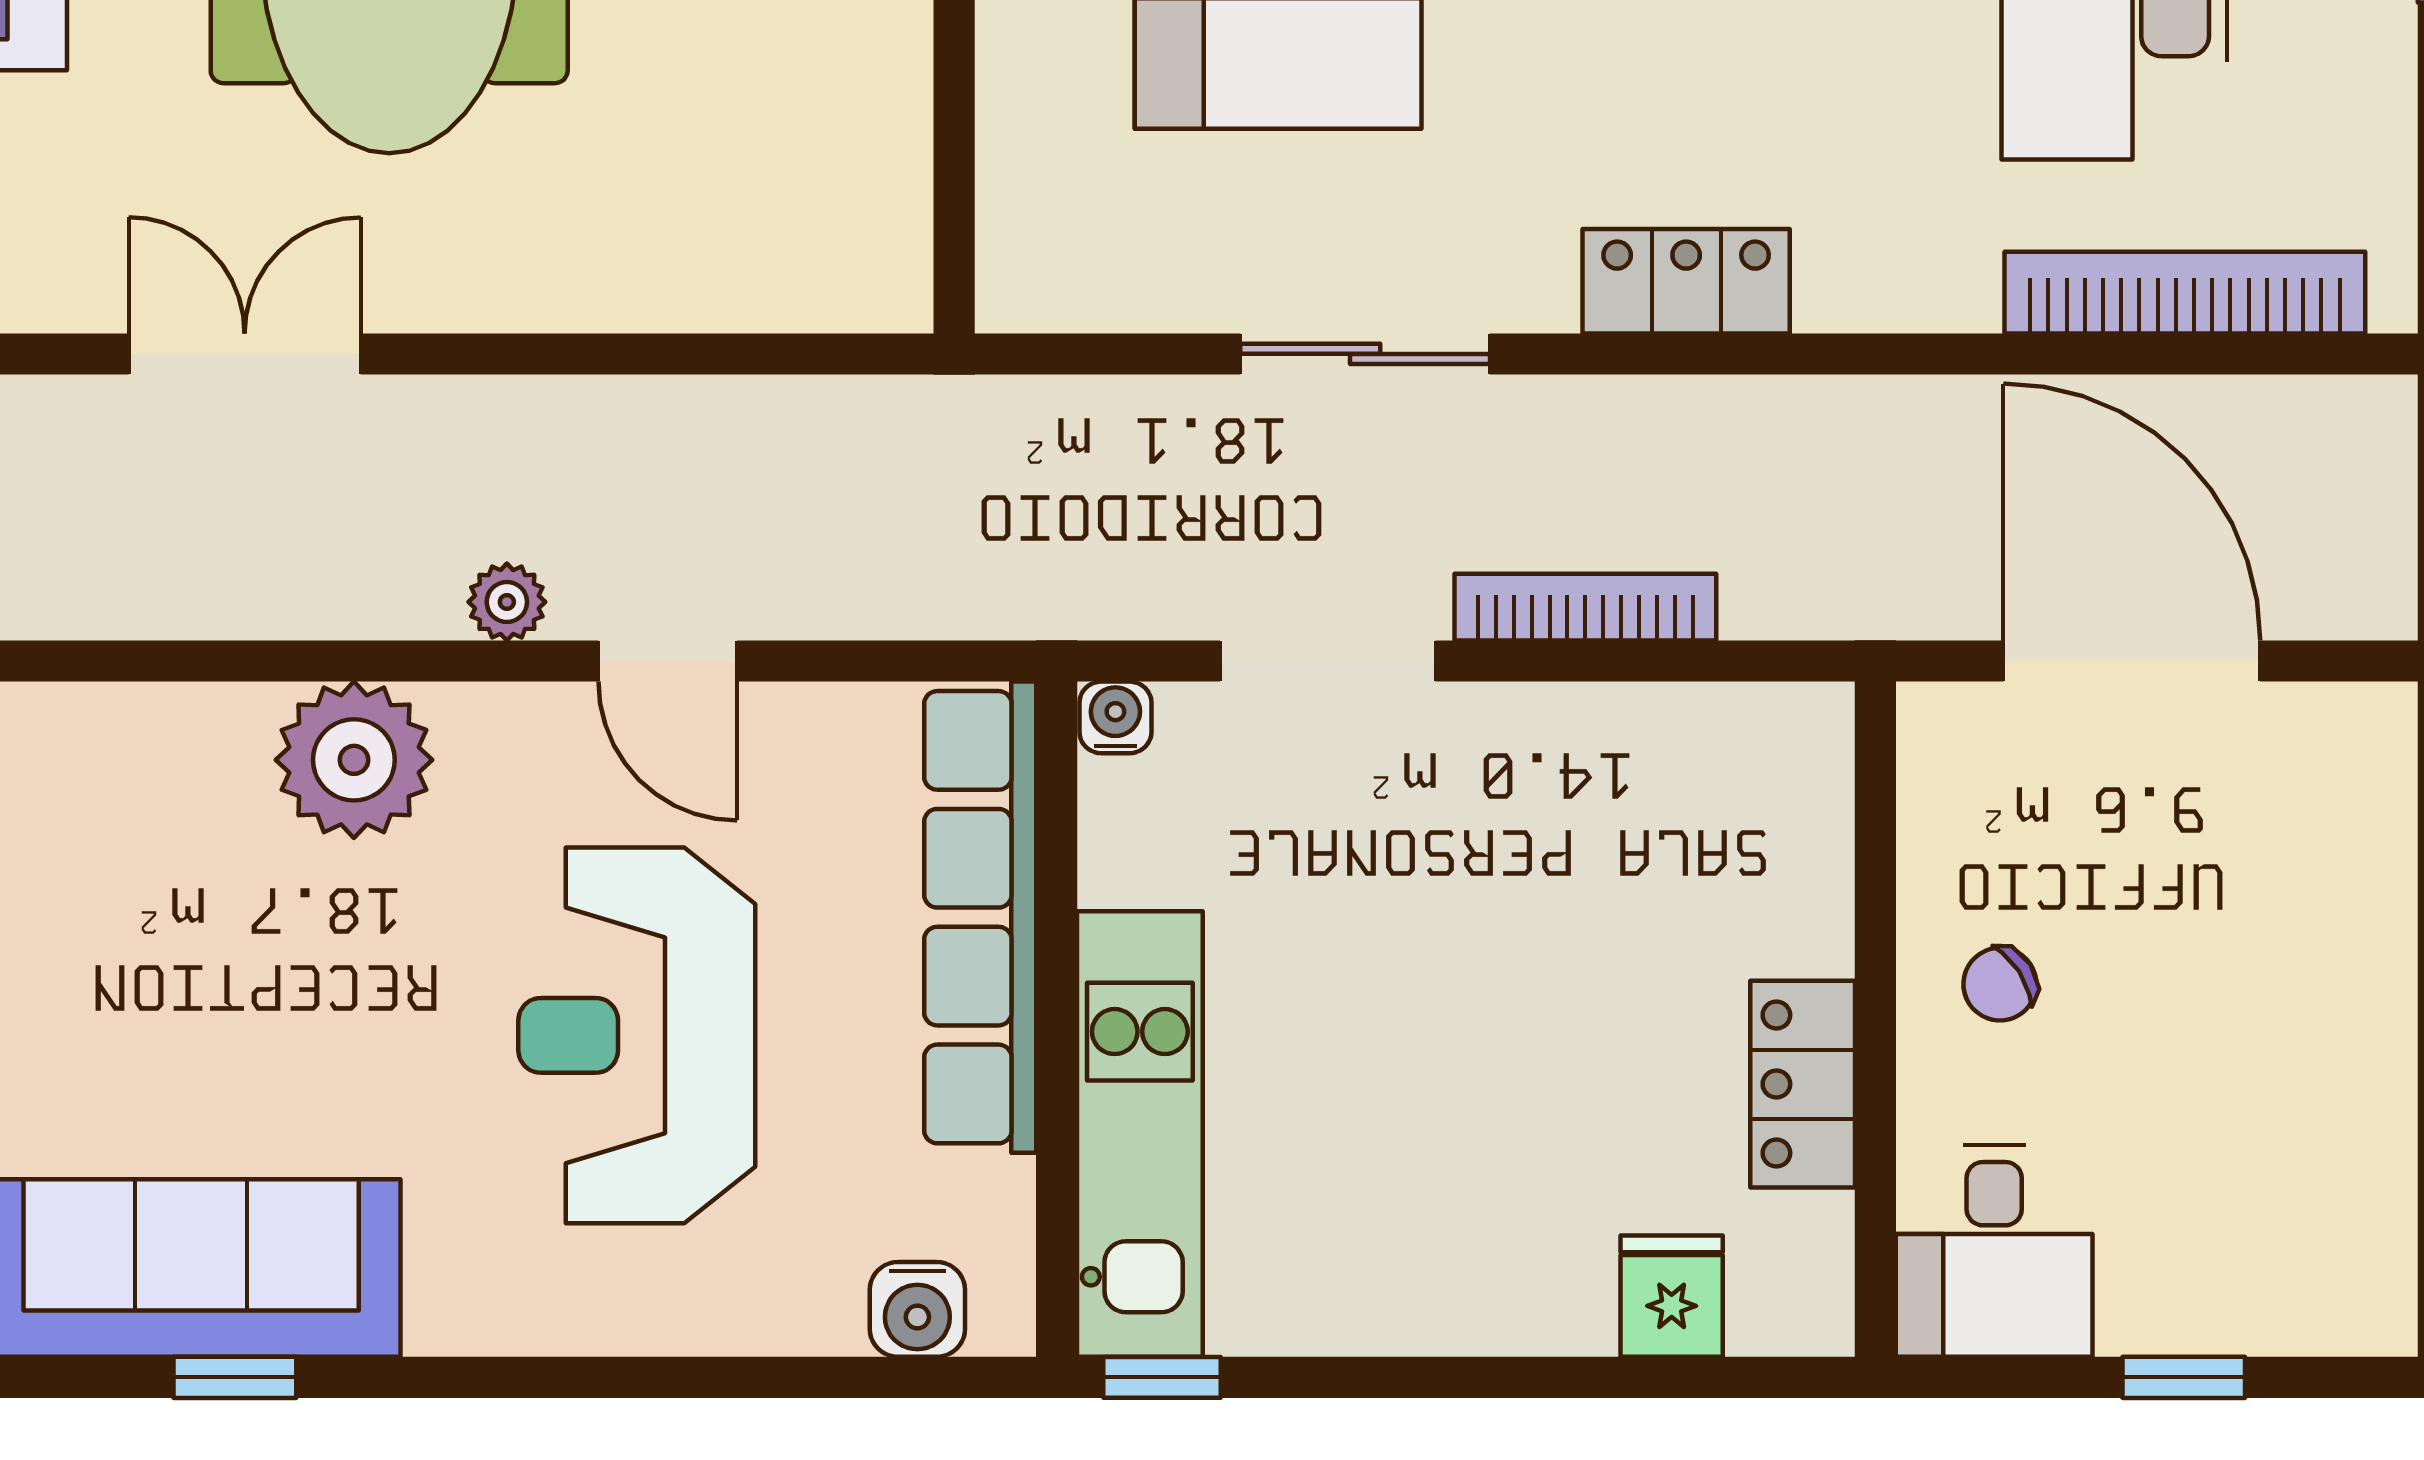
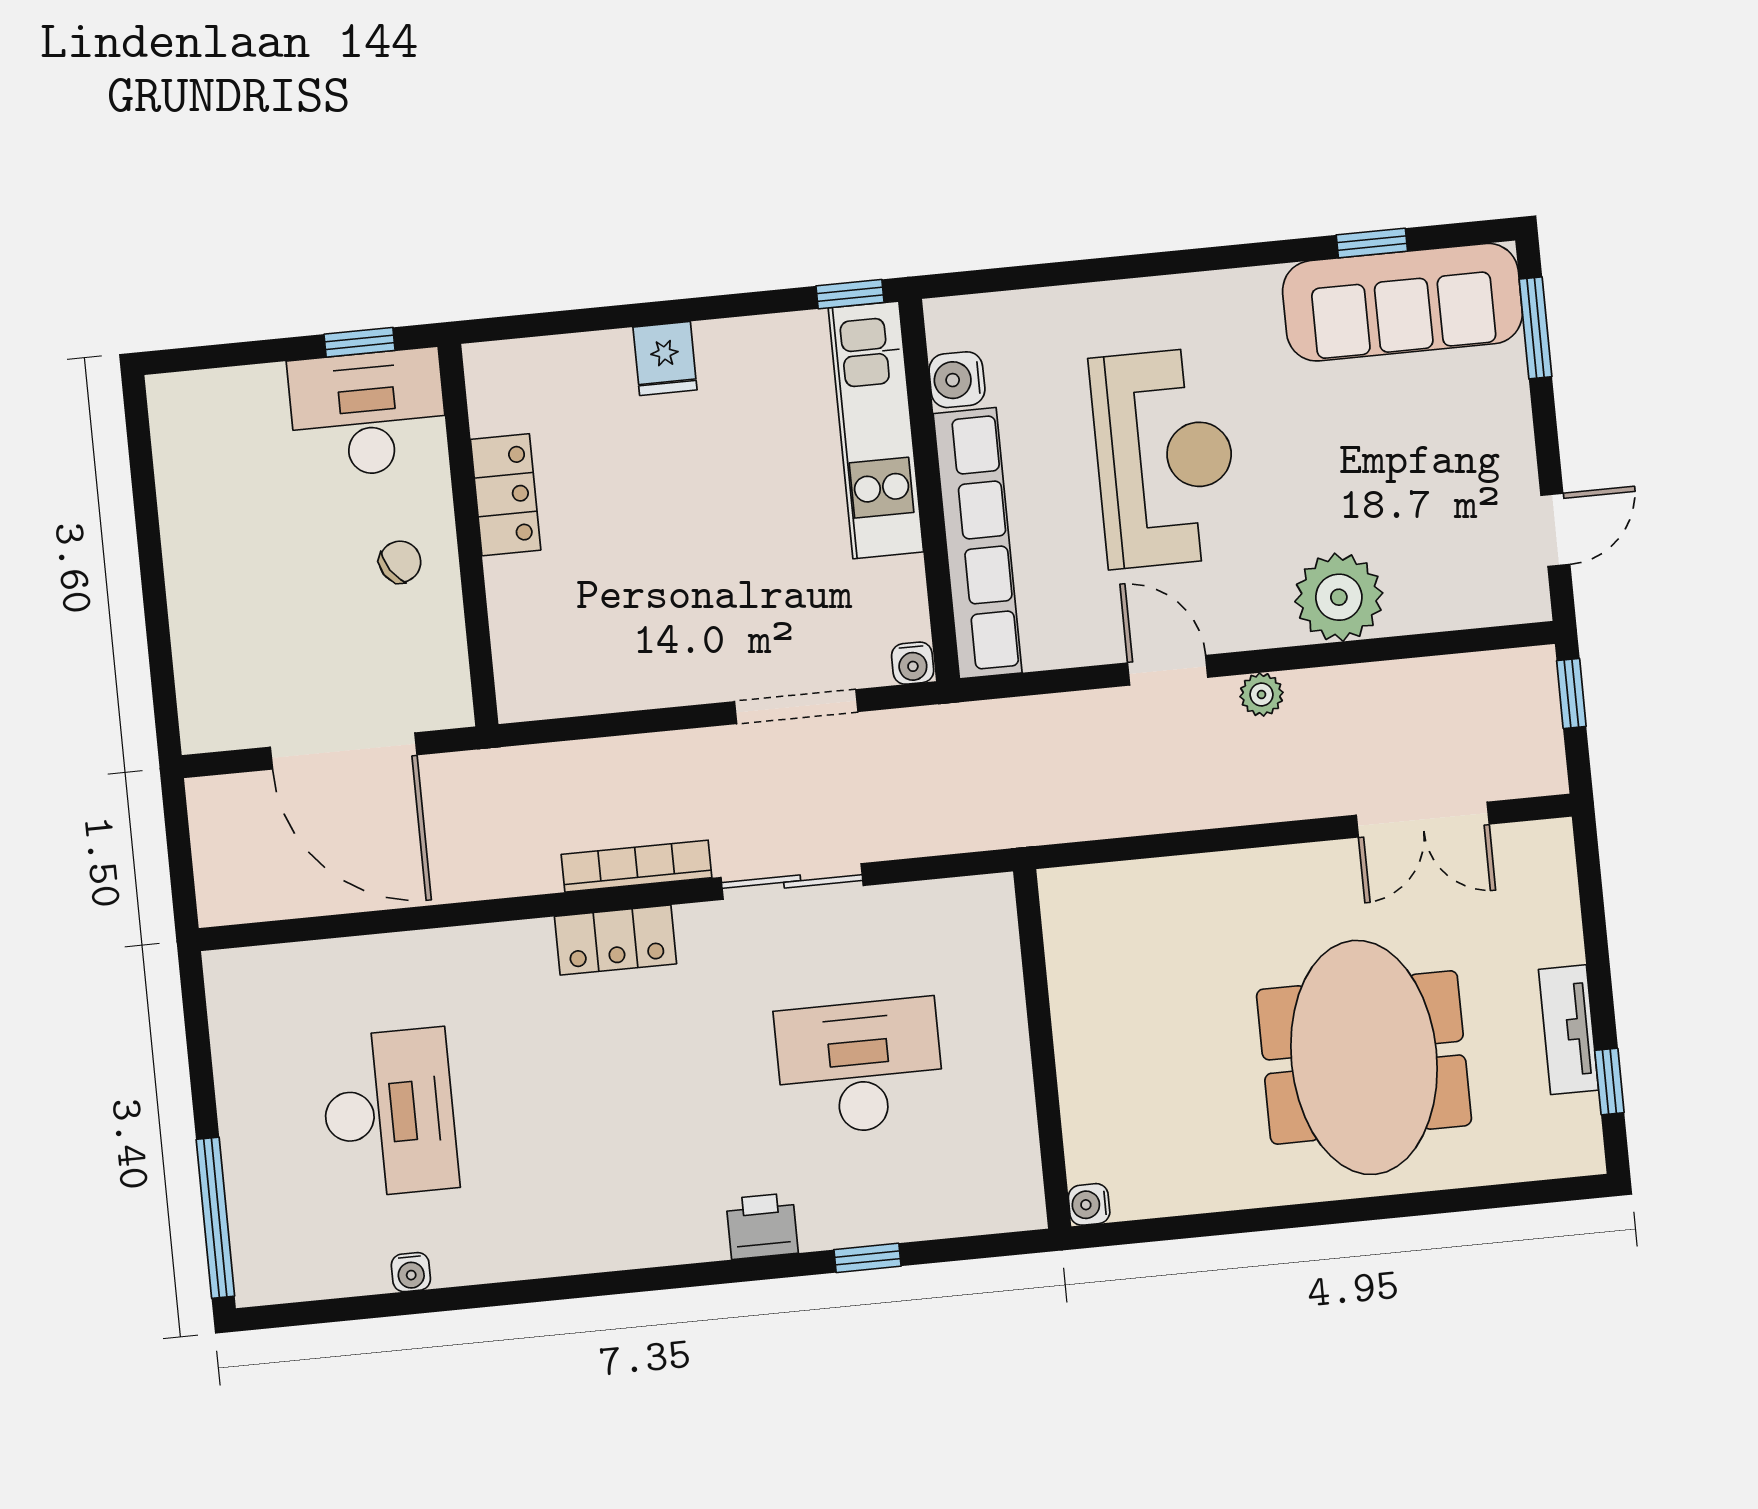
bookcase: (2185, 293) -> (334, 961), removed
bookcase: (1585, 607) -> (636, 866), moved, turned 180
desk: (1994, 1251) -> (368, 413), width x1.37
fridge: (1672, 1296) -> (665, 359), moved
water cooler: (917, 1309) -> (957, 380), moved, turned -90
window: (2184, 1377) -> (360, 342), moved

